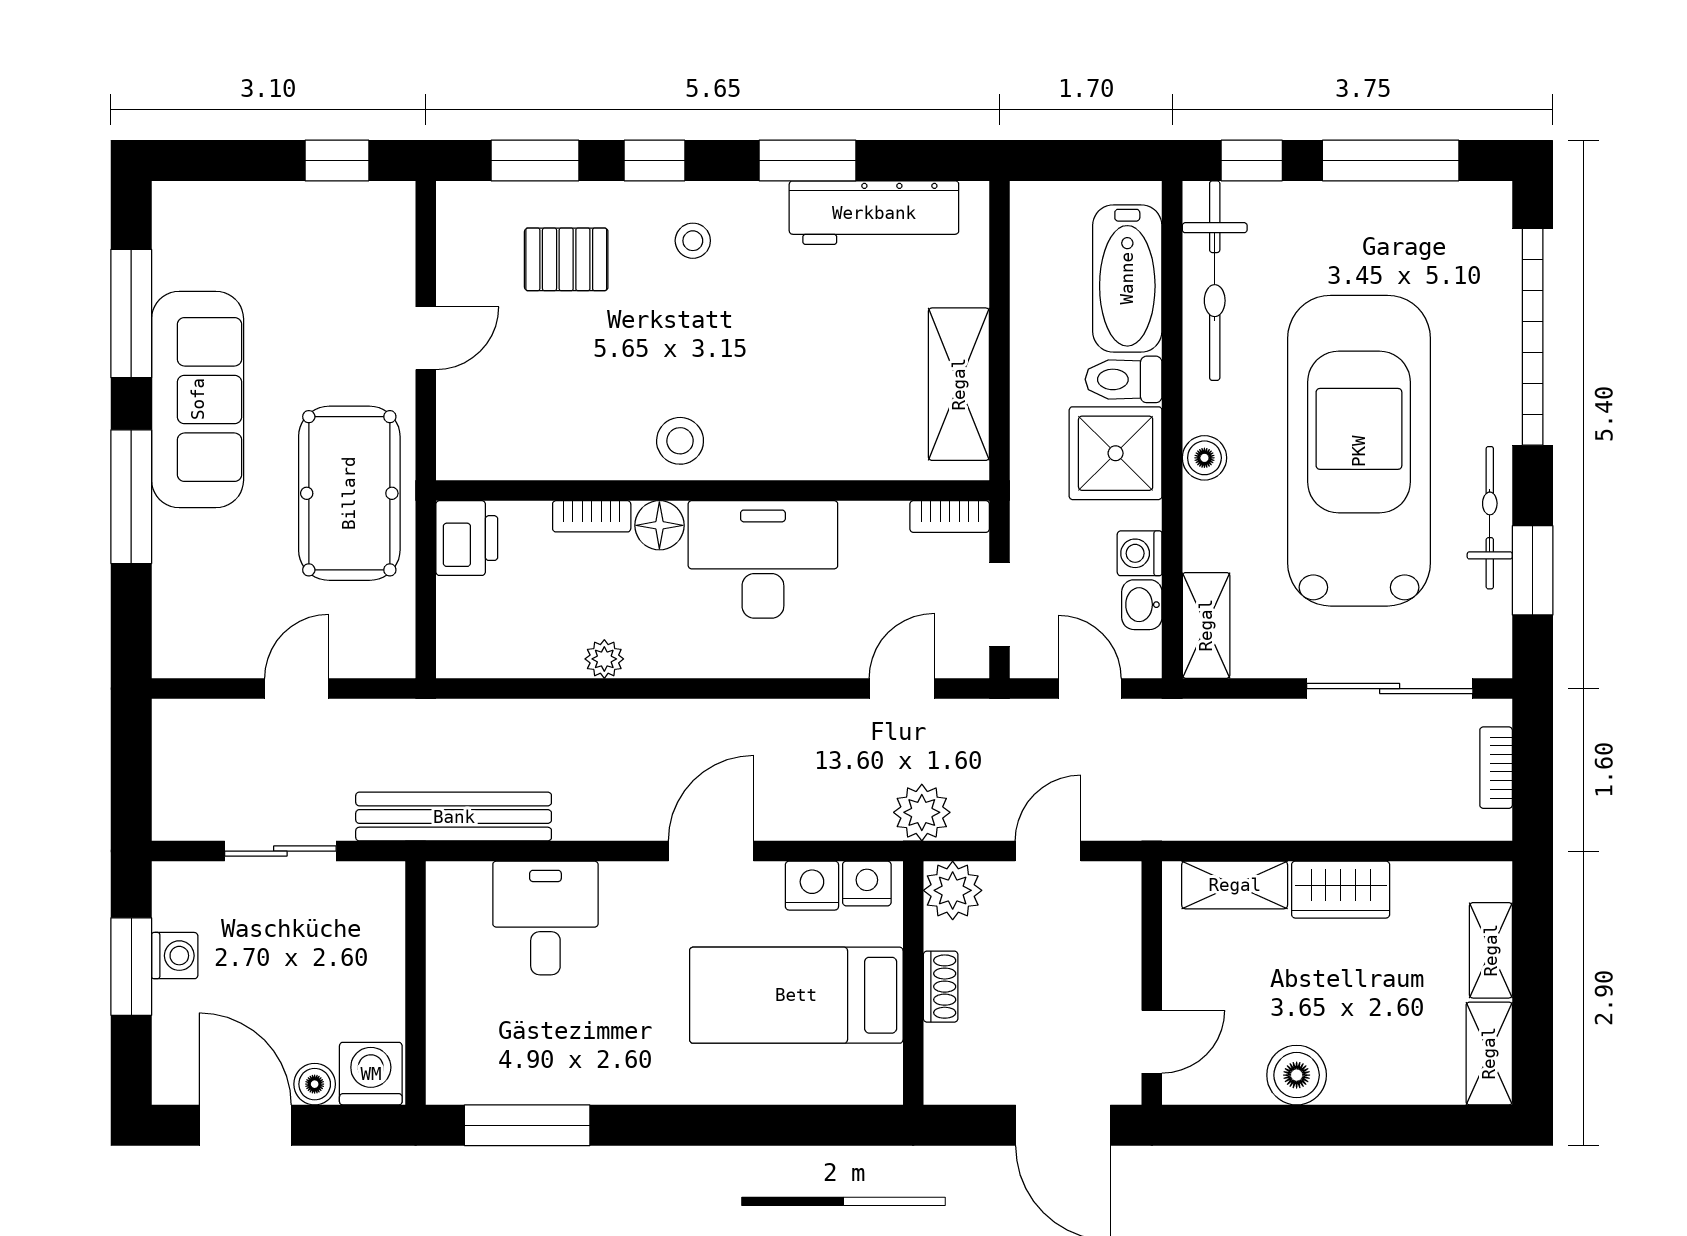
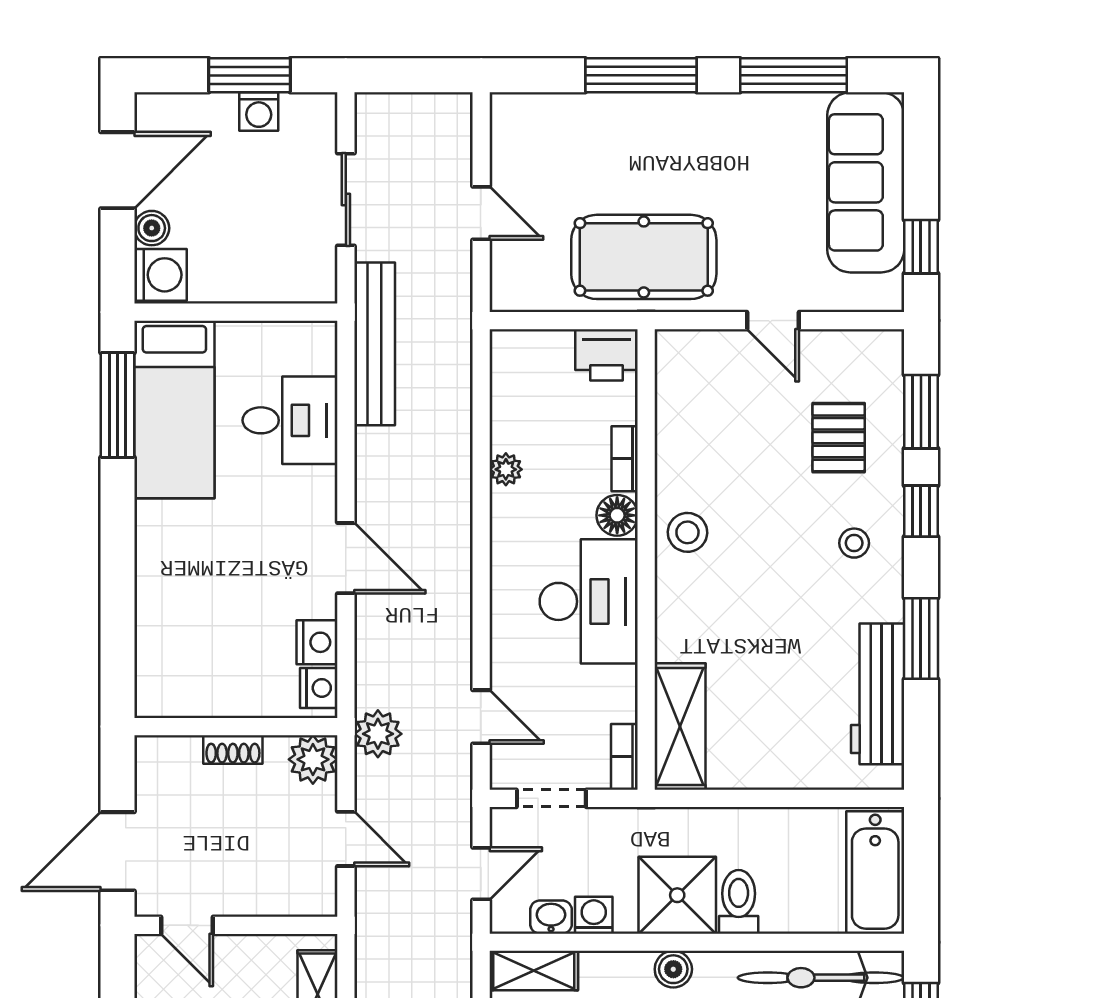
bathtub: (1127, 278) -> (875, 873), moved, turned -90
shelving: (959, 384) -> (680, 727), moved, turned 90
sofa: (198, 399) -> (866, 182), moved, turned 90
bed: (796, 995) -> (174, 409), moved, turned 180

